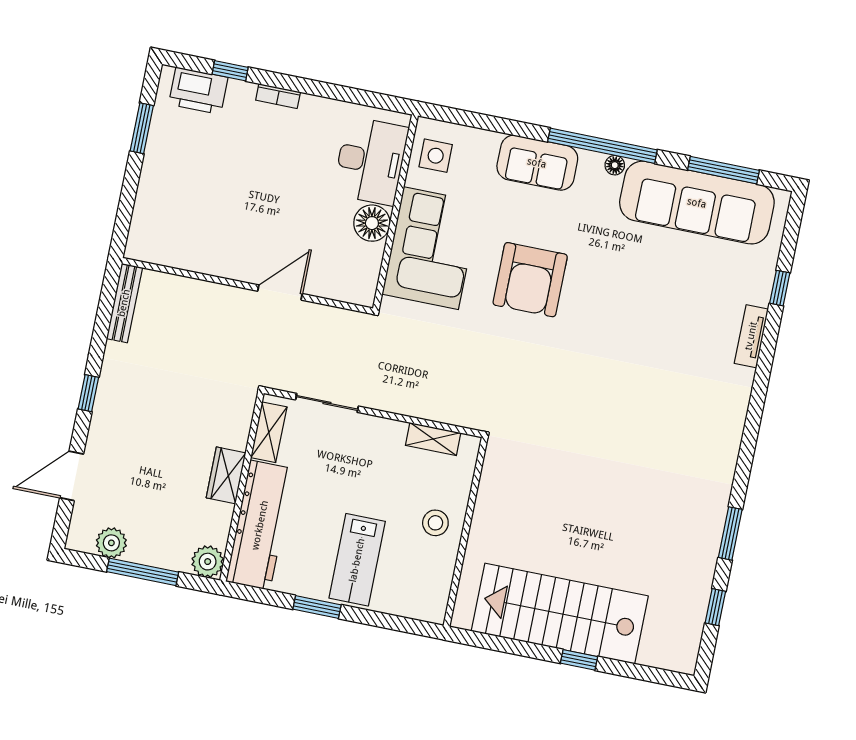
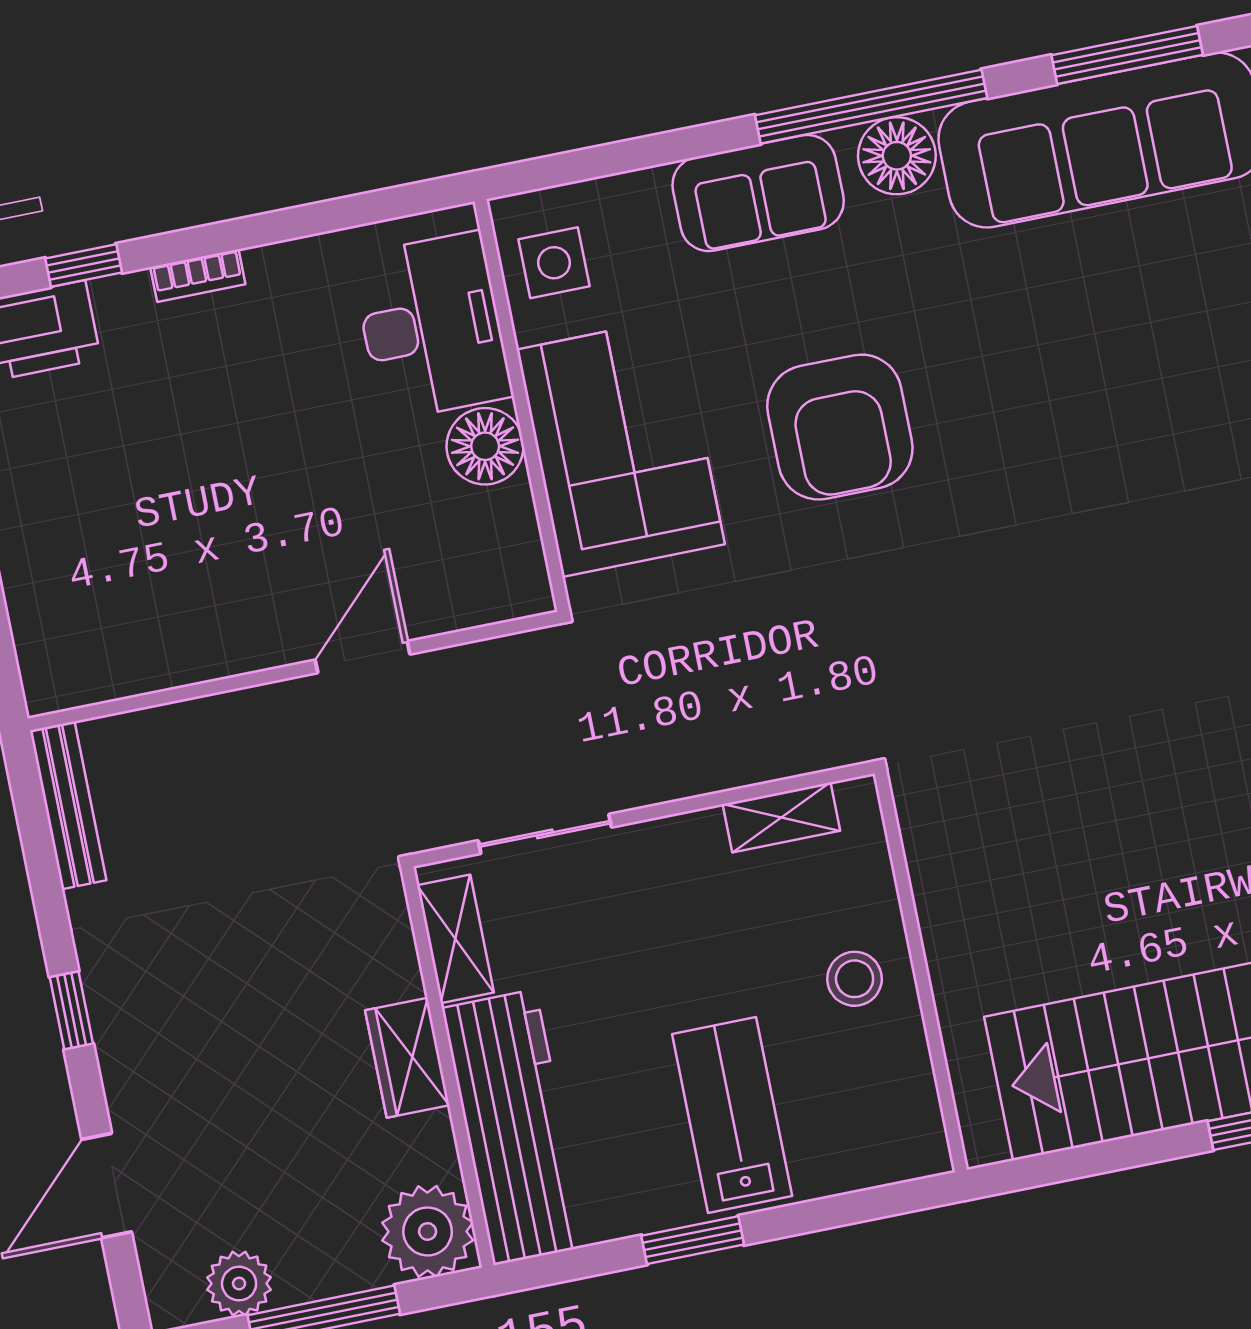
floor lamp: (615, 165) -> (897, 156), width x1.89, depth x1.89
lab bench: (357, 560) -> (732, 1115), turned 180
plant: (208, 562) -> (428, 1231), width x1.36, depth x1.36

